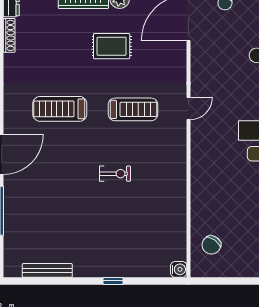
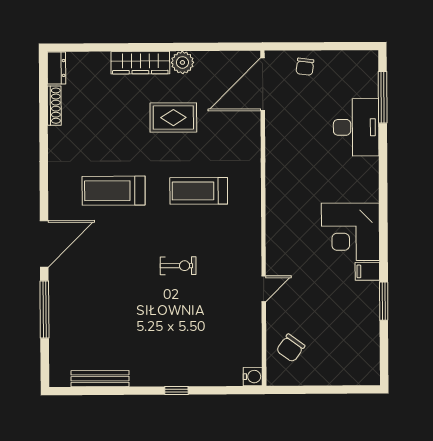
door: (188, 108) -> (264, 289), moved
treadmill: (133, 109) -> (199, 191), turned 180

